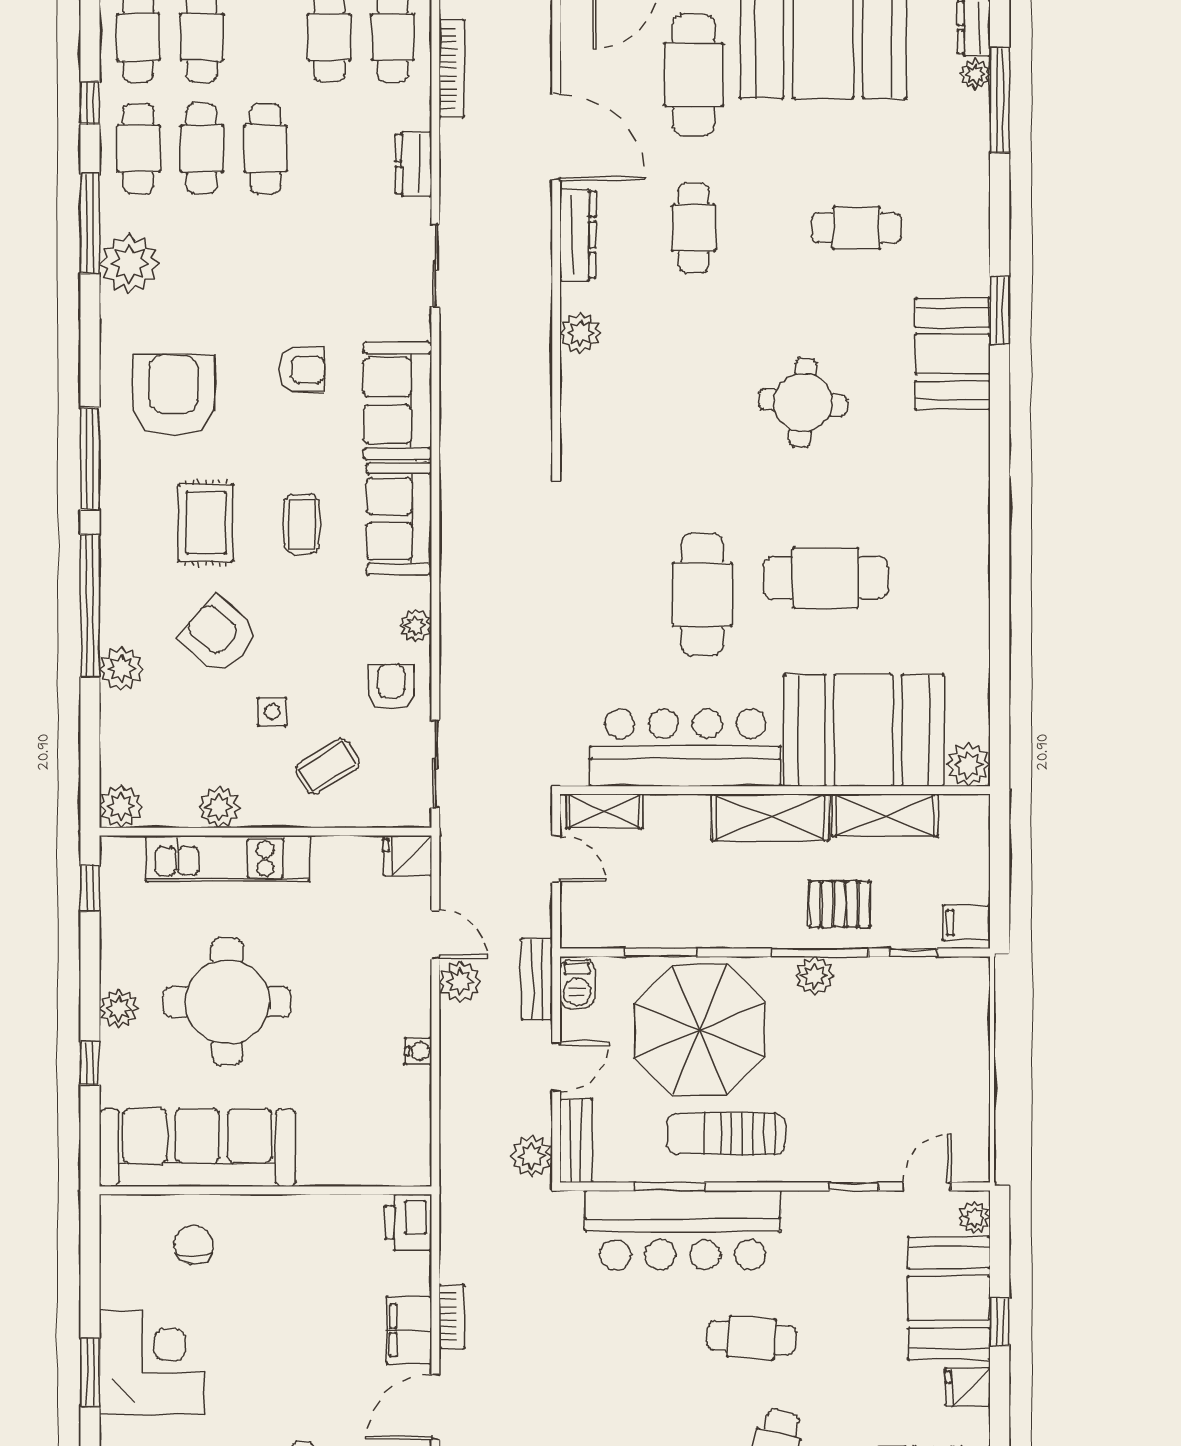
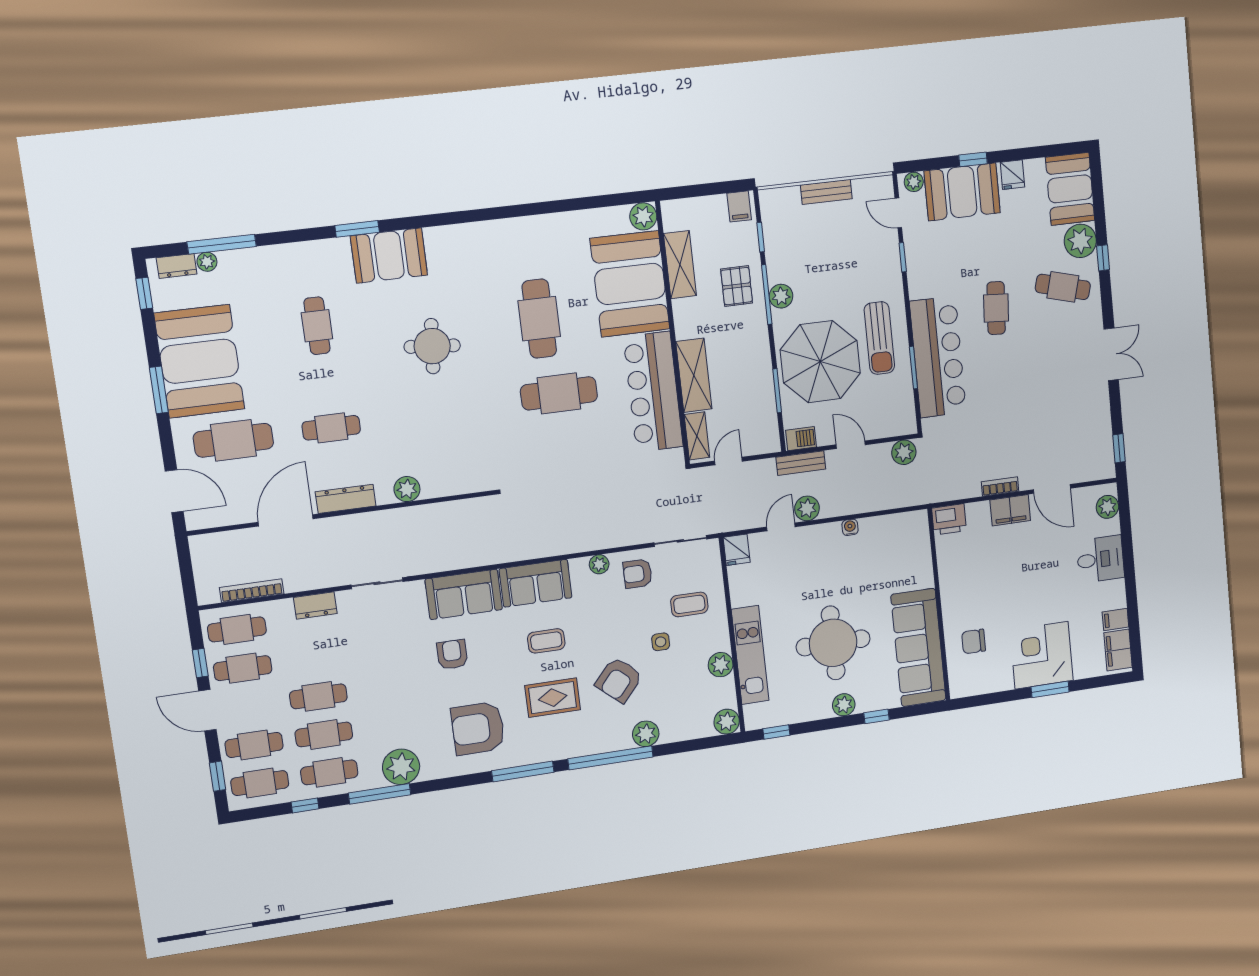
coffee table: (328, 766) -> (689, 604), turned -58
shelving: (770, 817) -> (694, 375), moved
bench: (576, 1141) -> (826, 192), moved

